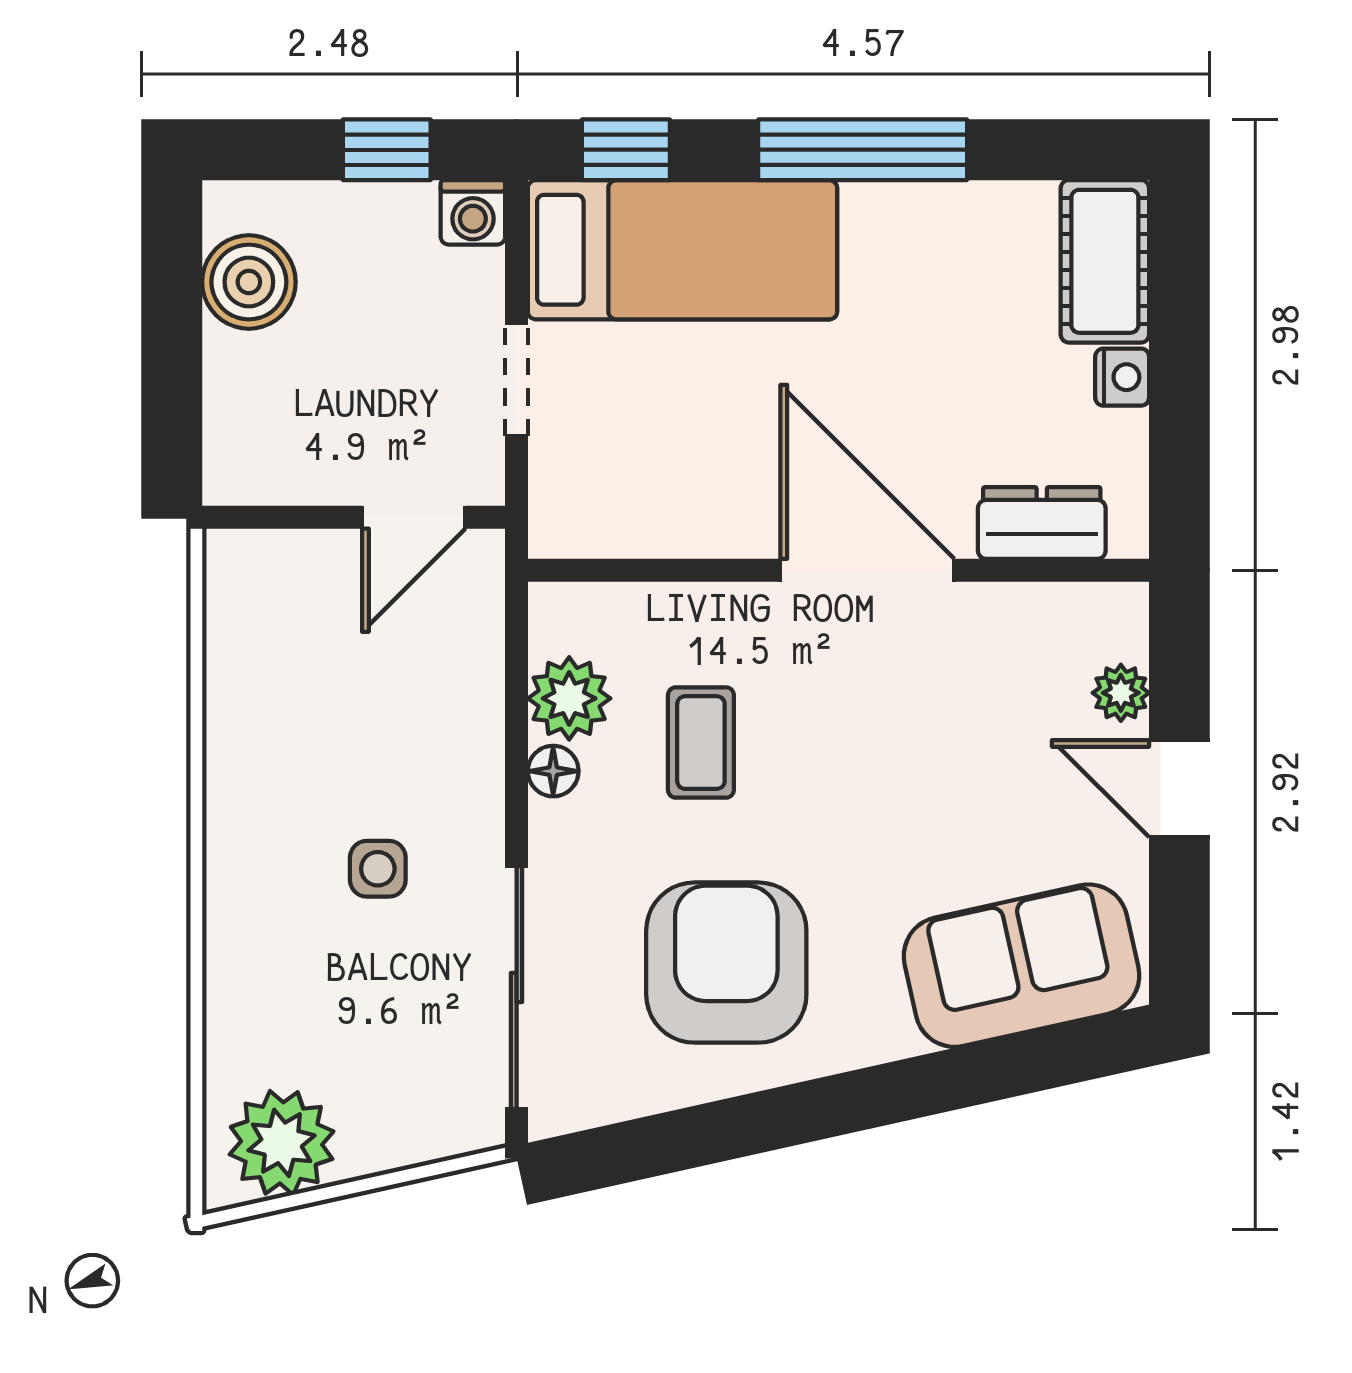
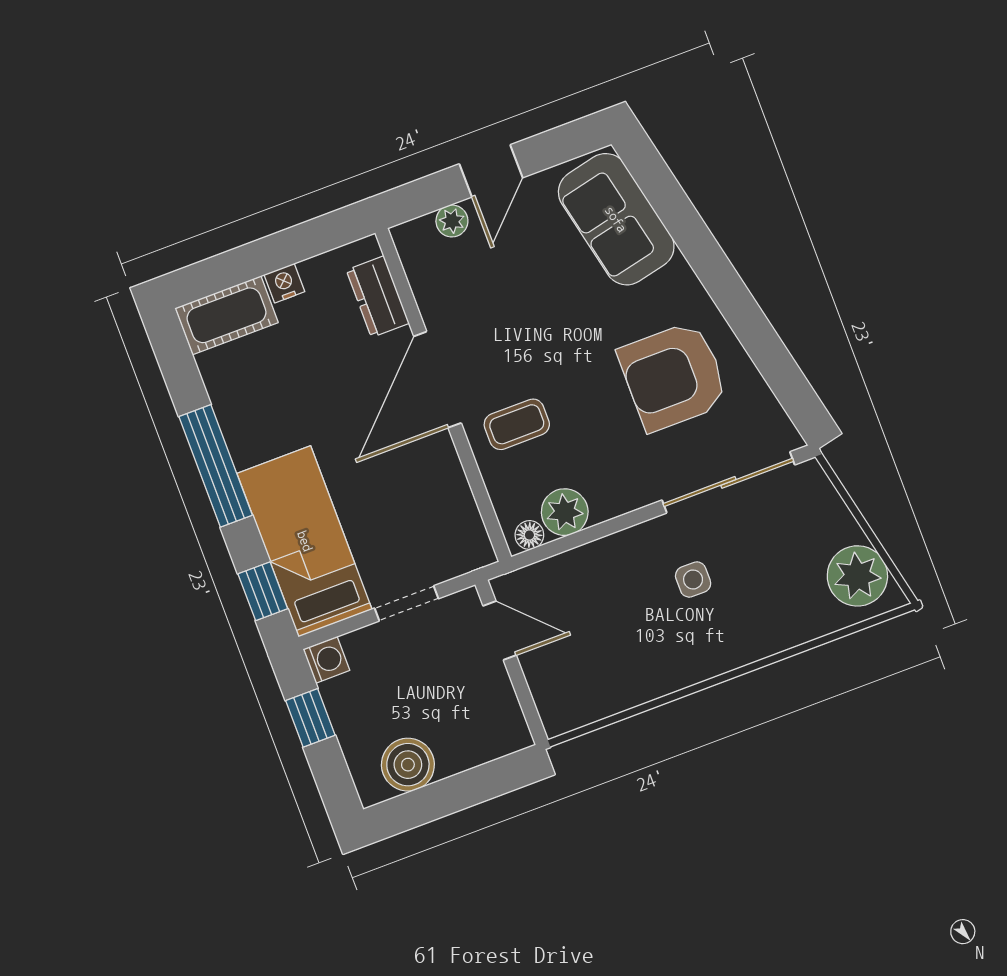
coffee table: (701, 743) -> (517, 424), moved
floor lamp: (553, 771) -> (529, 535), moved

